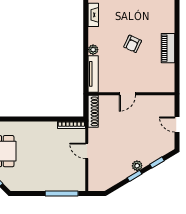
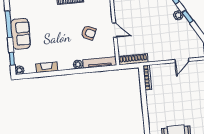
armchair: (133, 44) -> (89, 33), moved
door: (87, 151) -> (182, 60), moved

